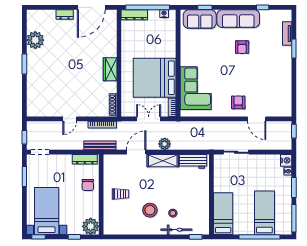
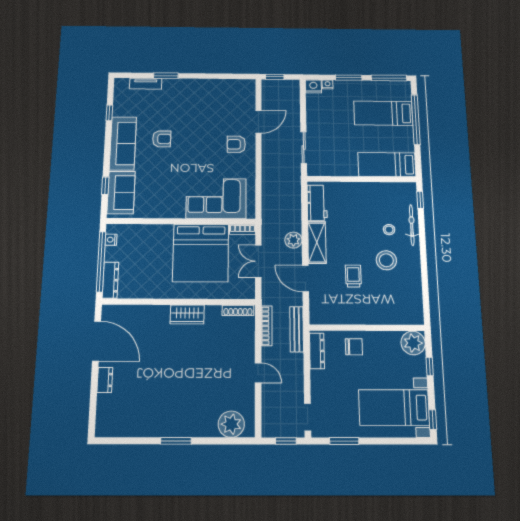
plant: (35, 40) -> (231, 424), moved
trolley: (121, 194) -> (353, 276), moved

